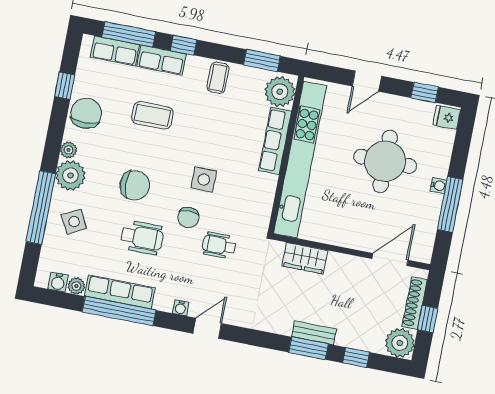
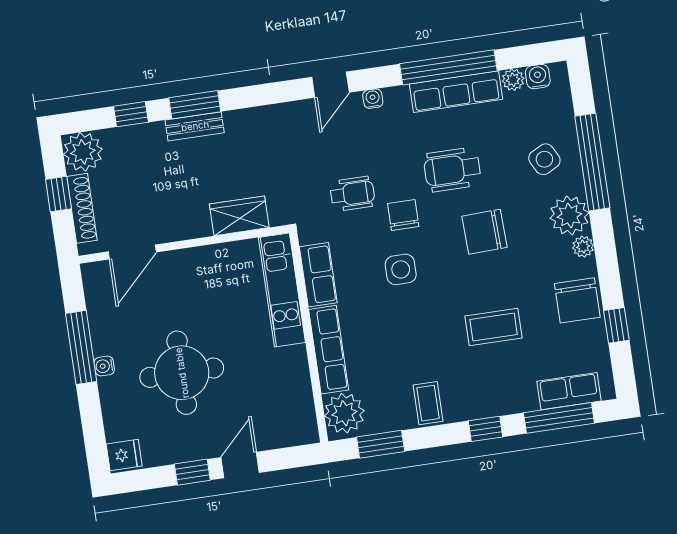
row of seats: (161, 60) -> (318, 275), moved, turned 90
window: (425, 92) -> (192, 472), moved
kitchen unit: (300, 160) -> (282, 290), width x0.54

